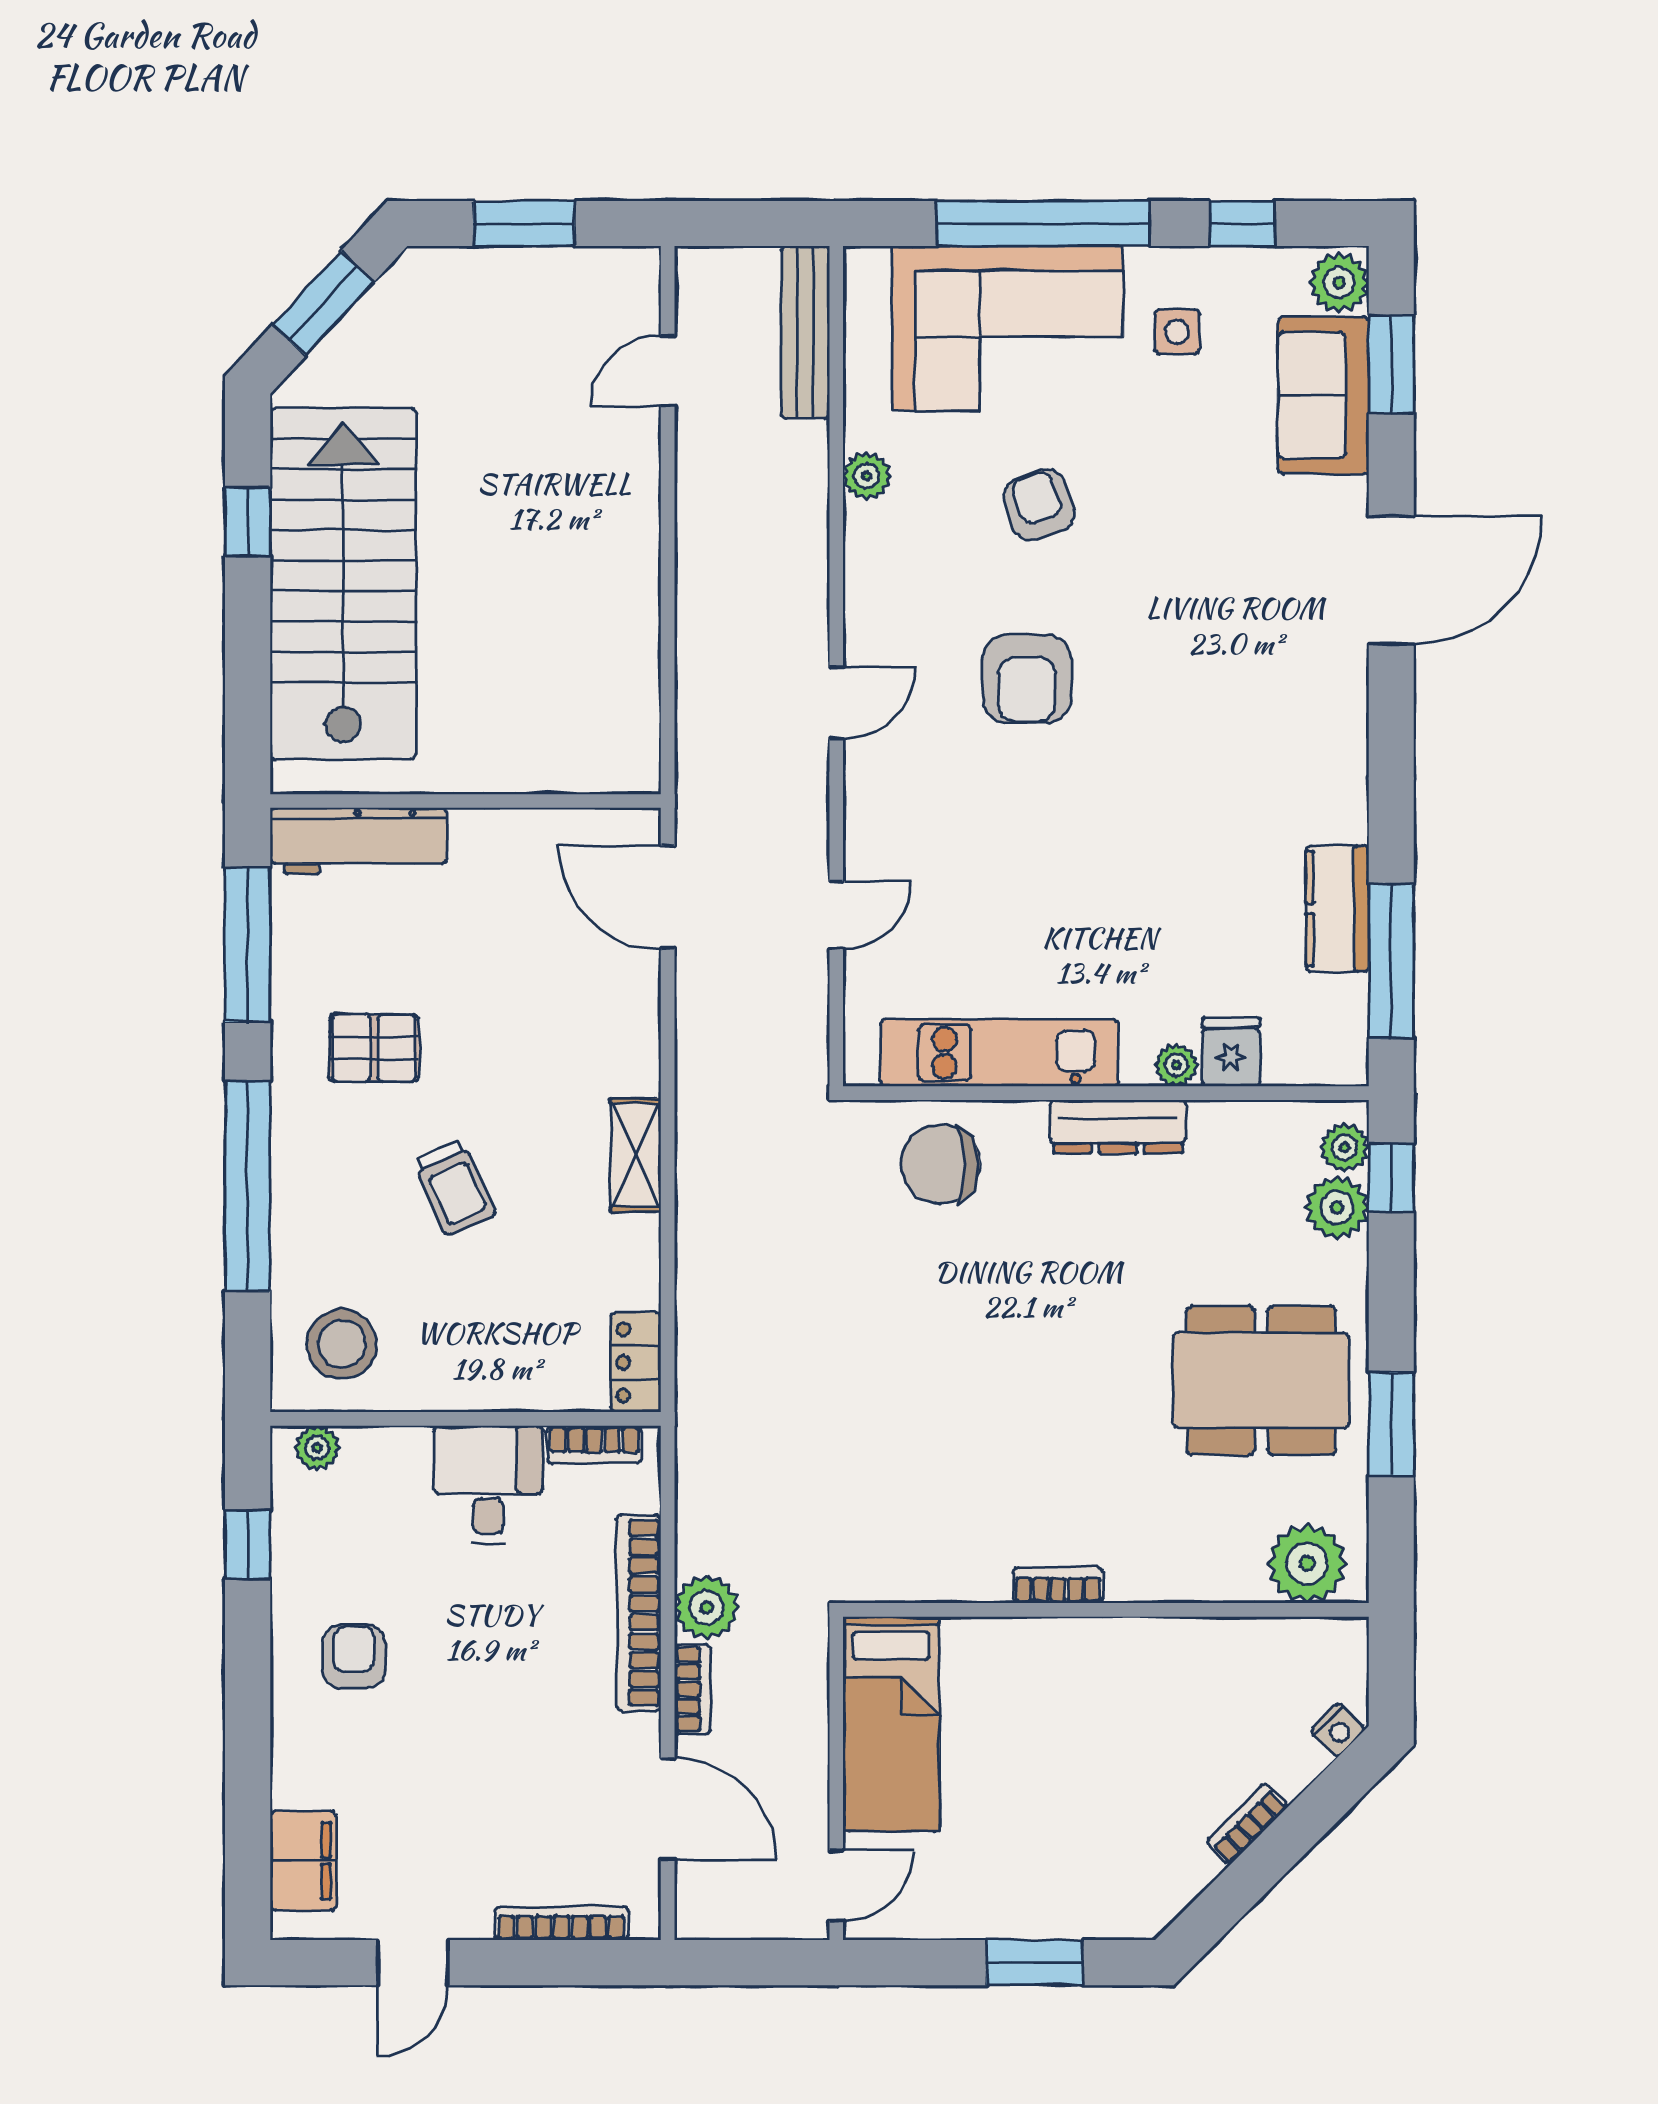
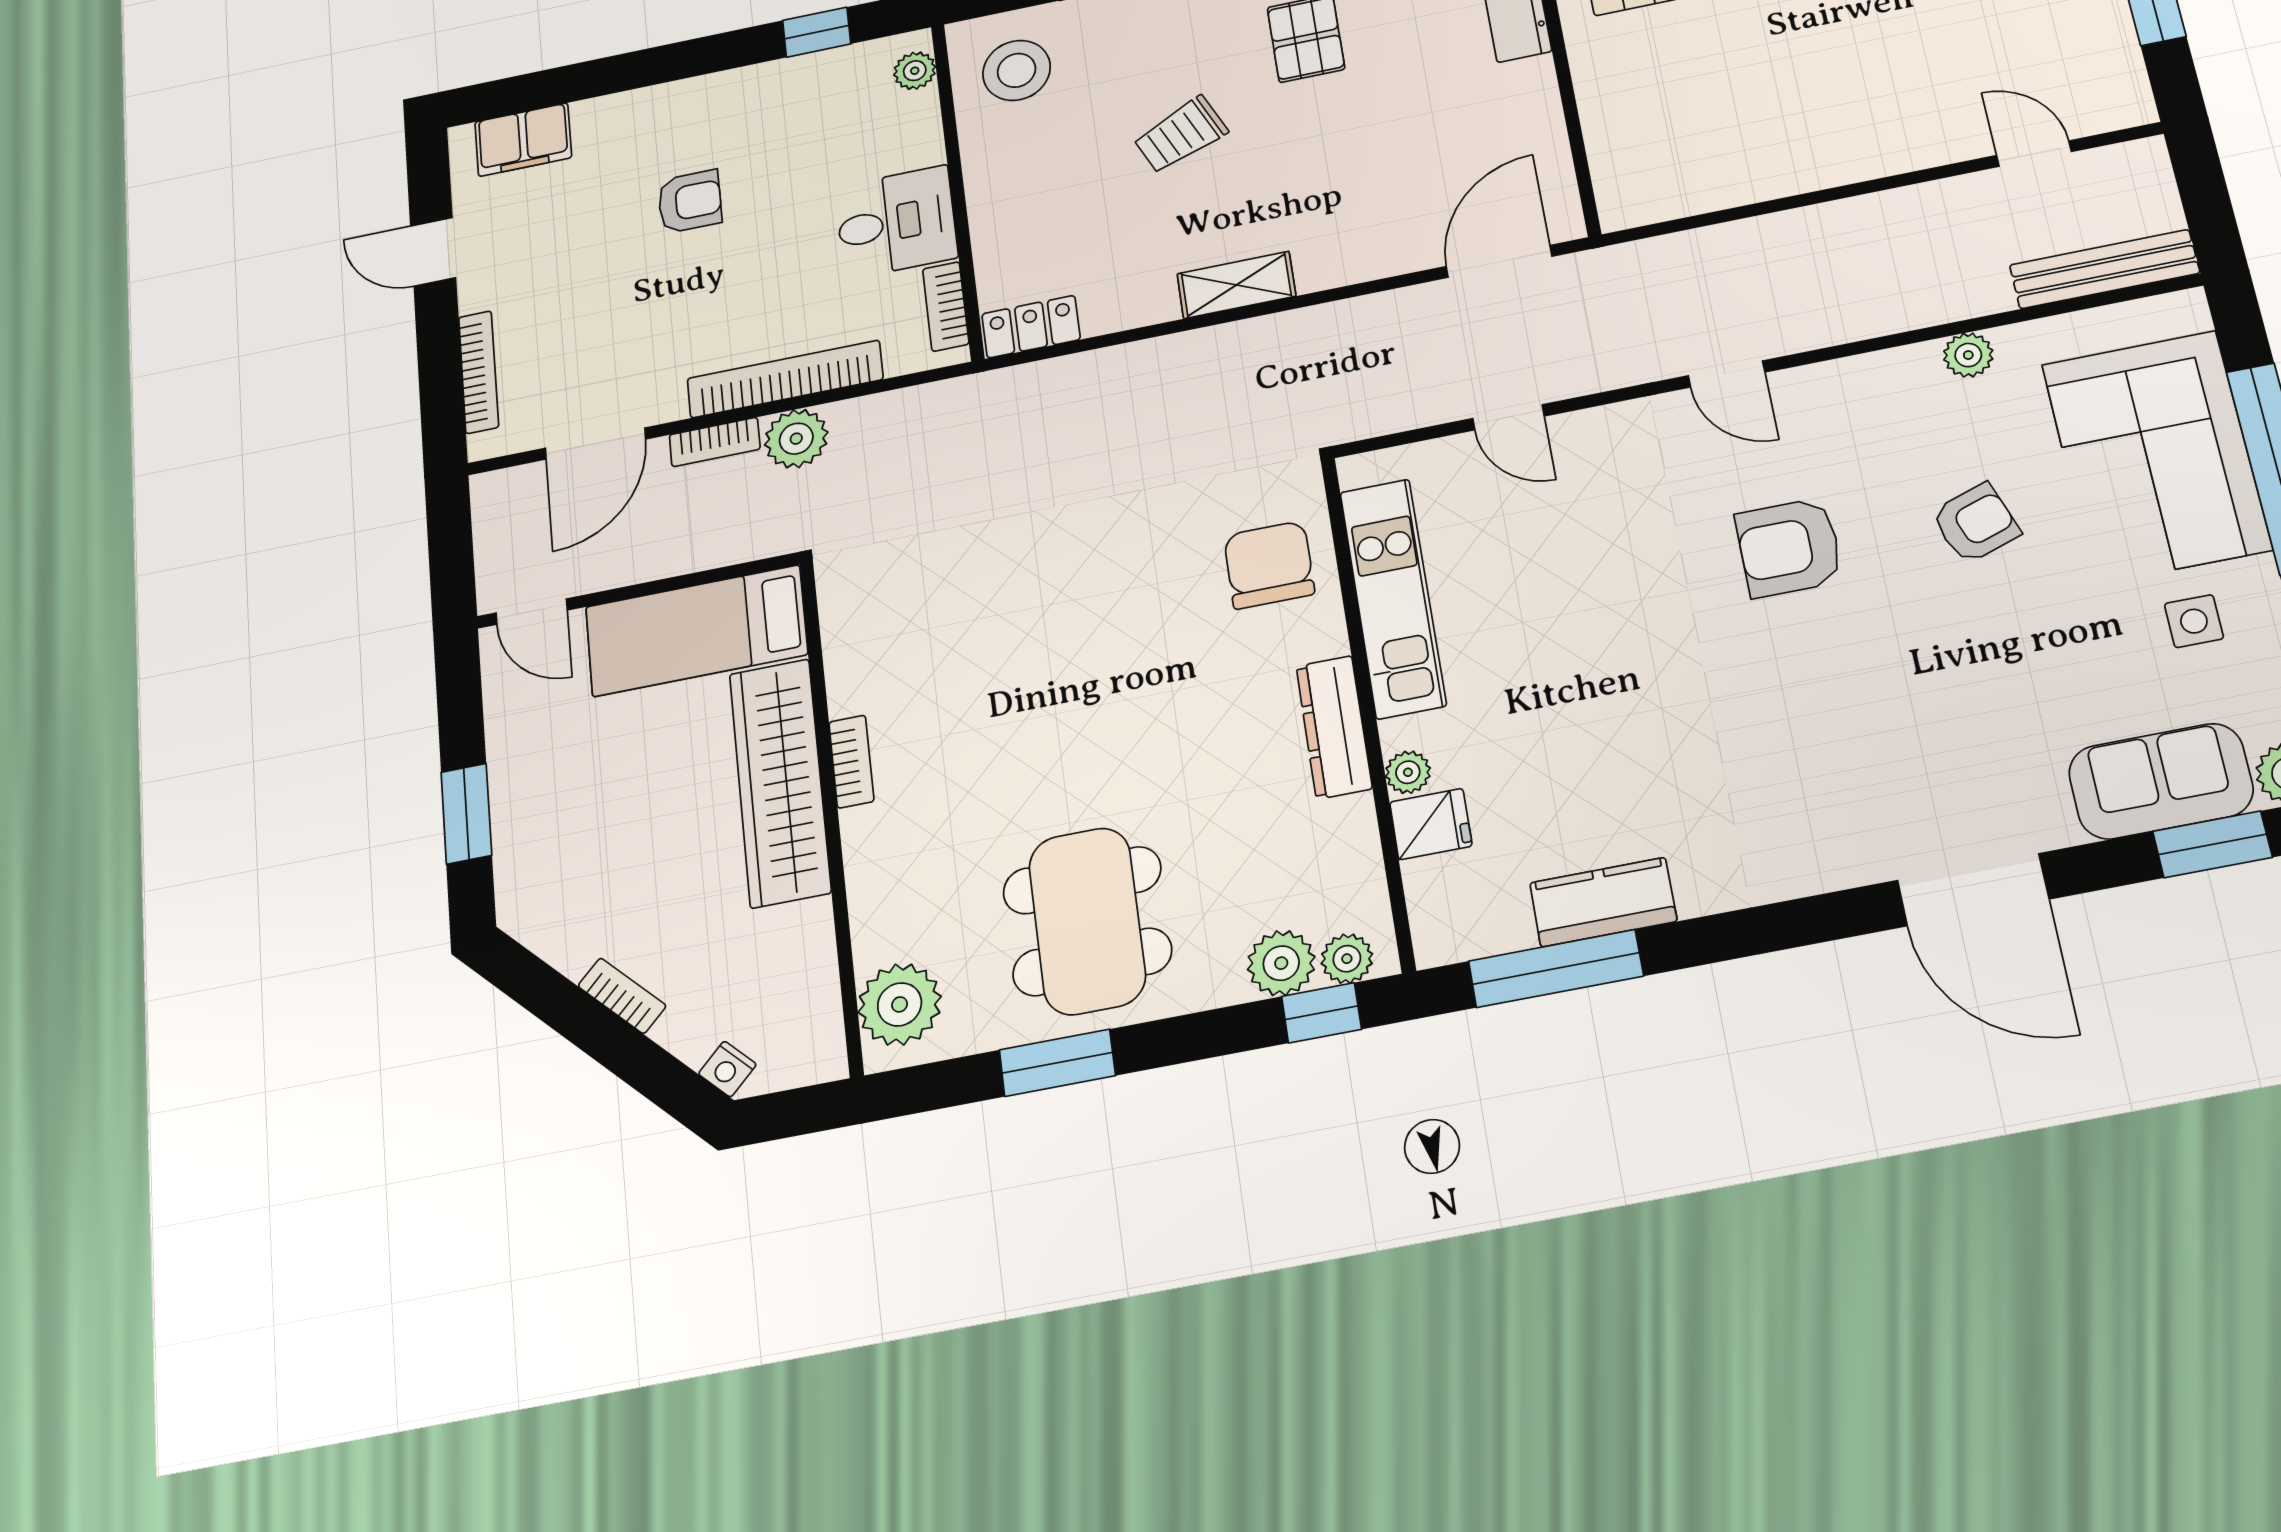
wardrobe: (1065, 1656) -> (780, 782), added
armchair: (354, 1657) -> (690, 202), moved

